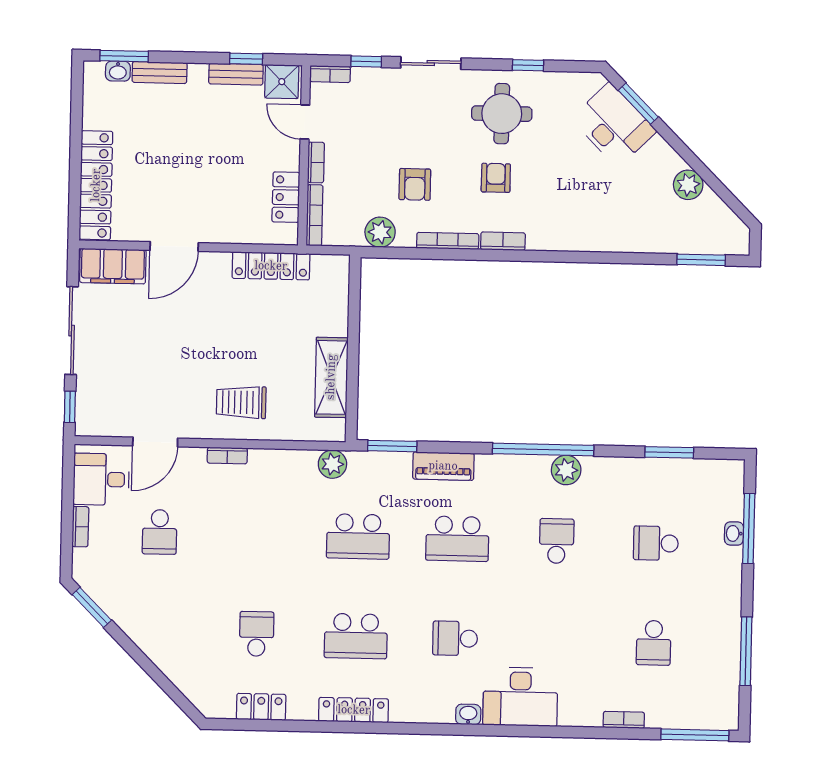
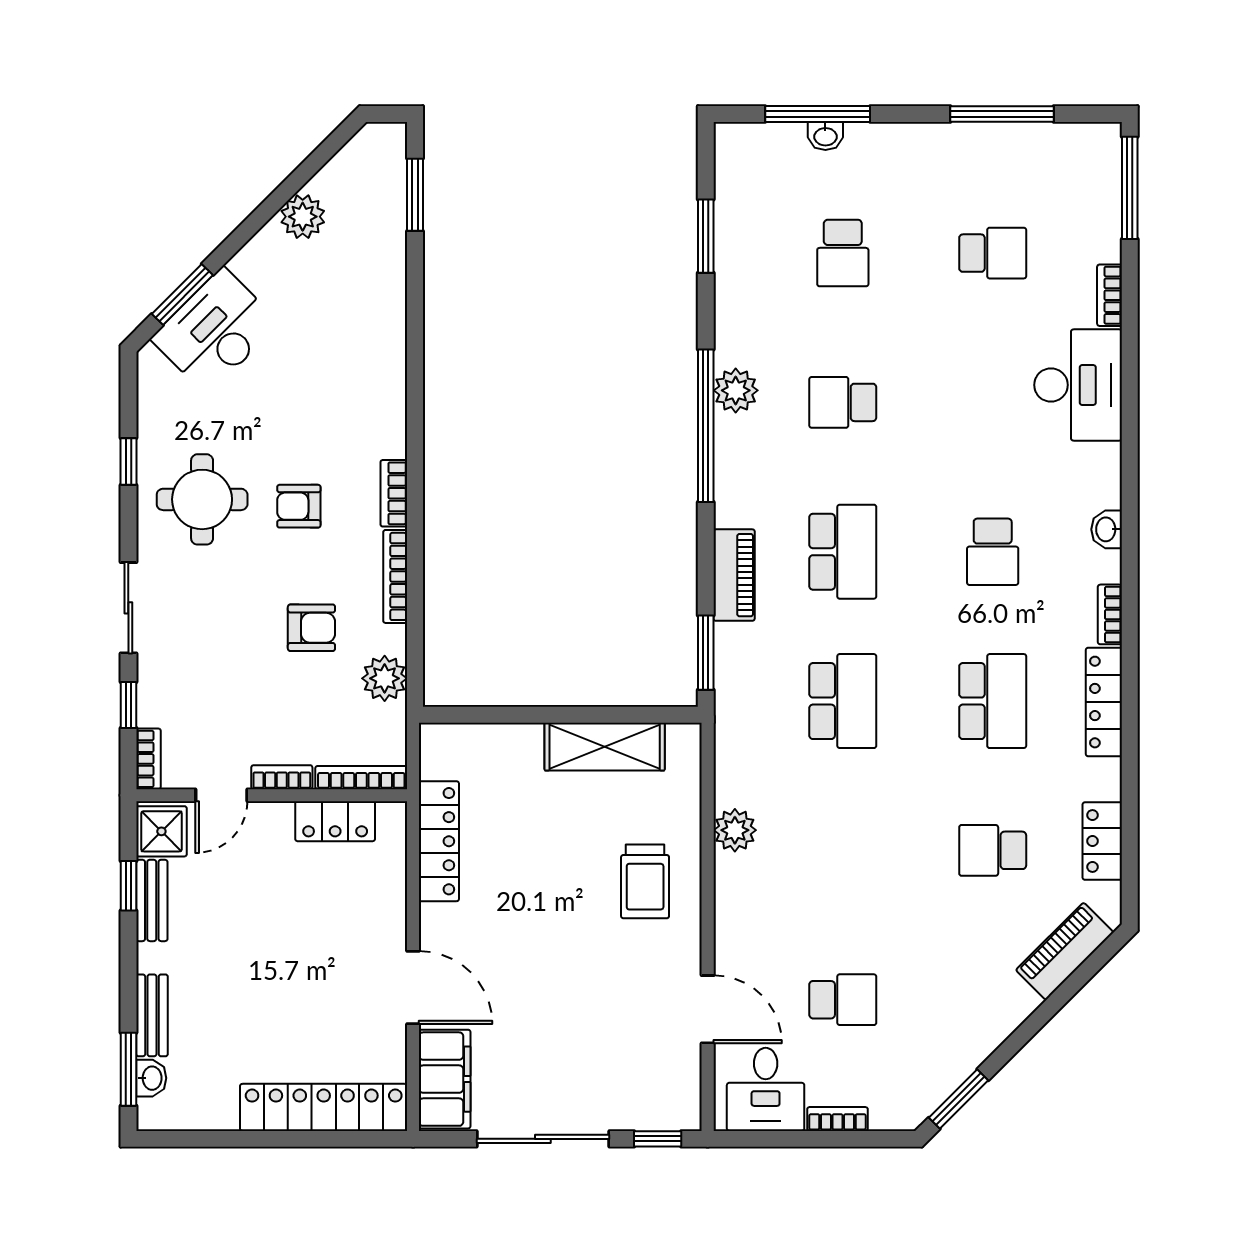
bookcase: (227, 456) -> (1110, 614), moved, turned 180
plant: (332, 464) -> (735, 830), moved
piano: (188, 680) -> (1065, 951), added
desk: (520, 697) -> (1078, 385), moved

